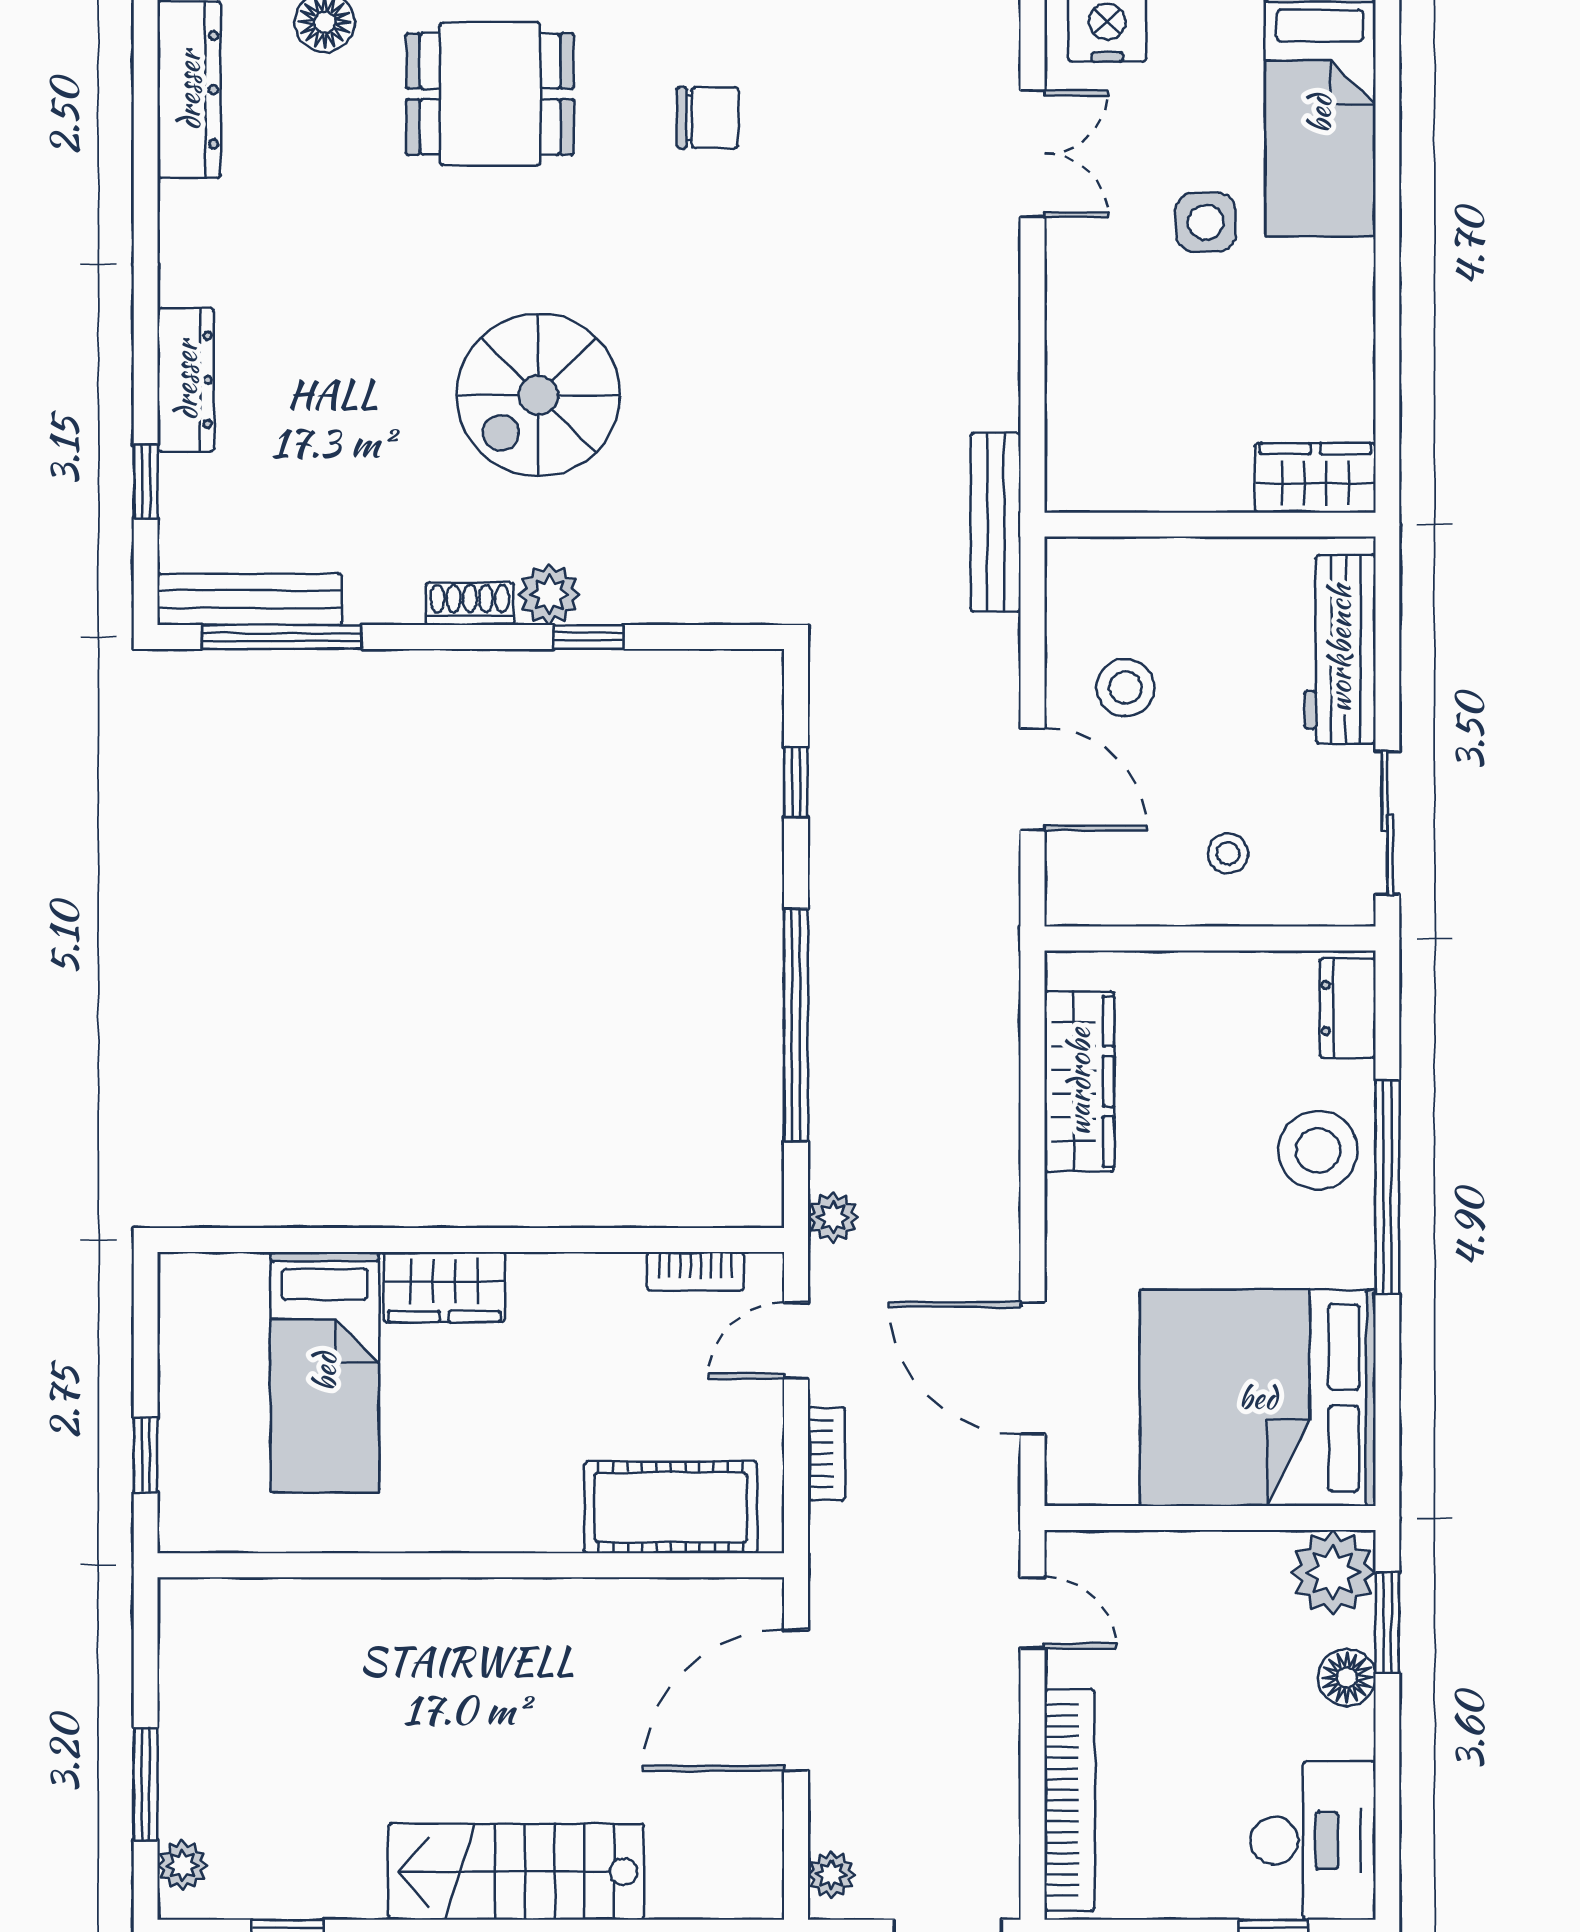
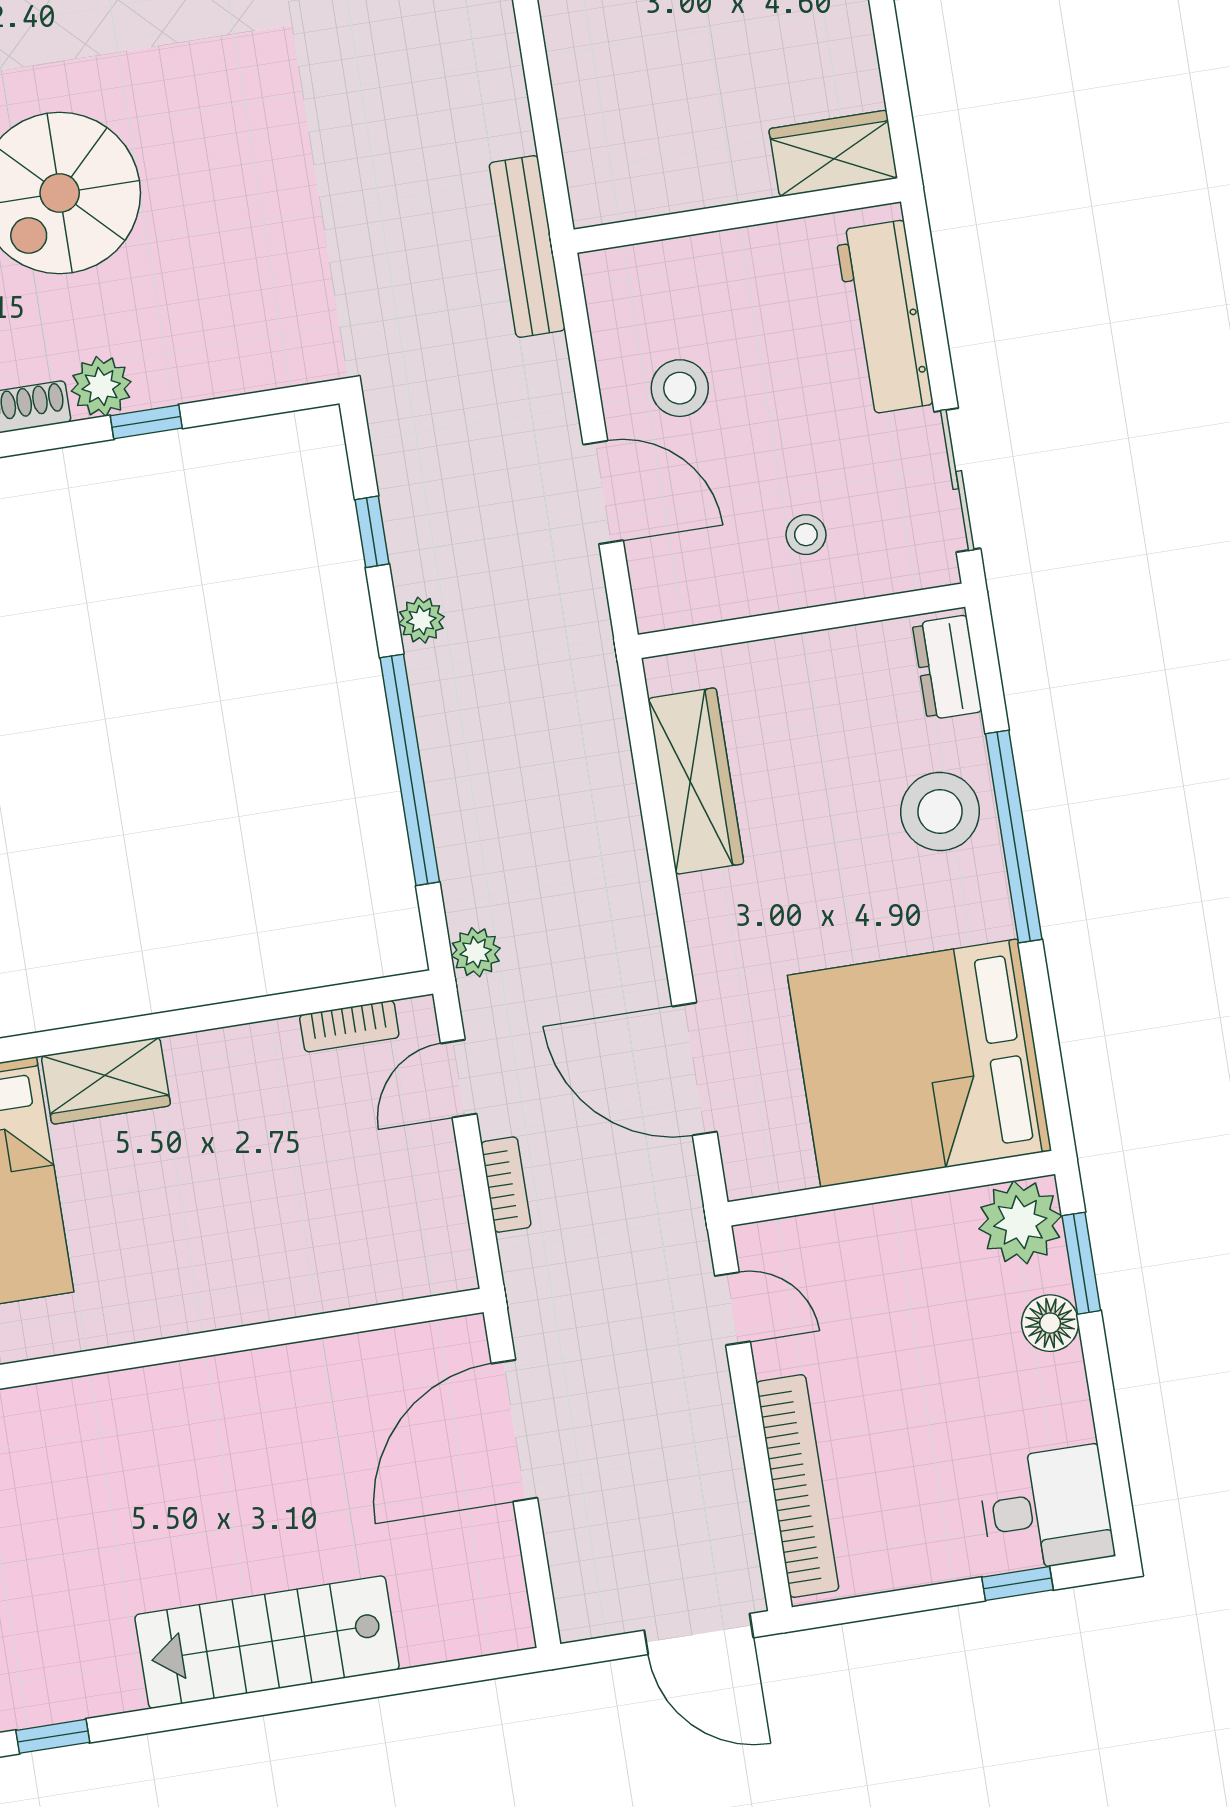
cot: (671, 1507) -> (362, 1261), removed
desk: (1313, 1841) -> (1046, 1509), width x0.73
plant: (831, 1875) -> (421, 620), moved

